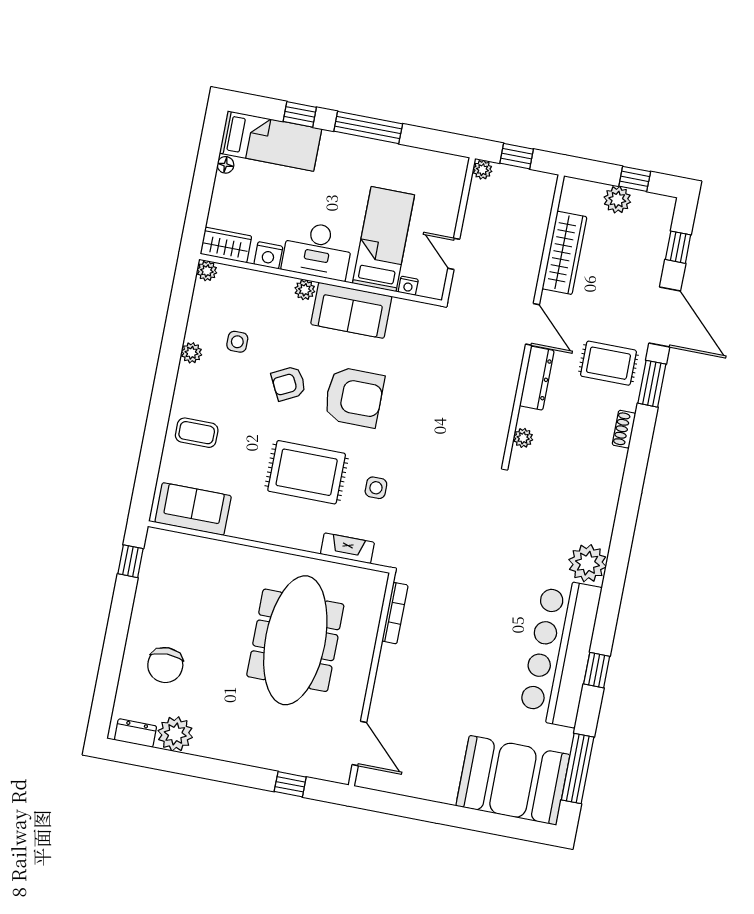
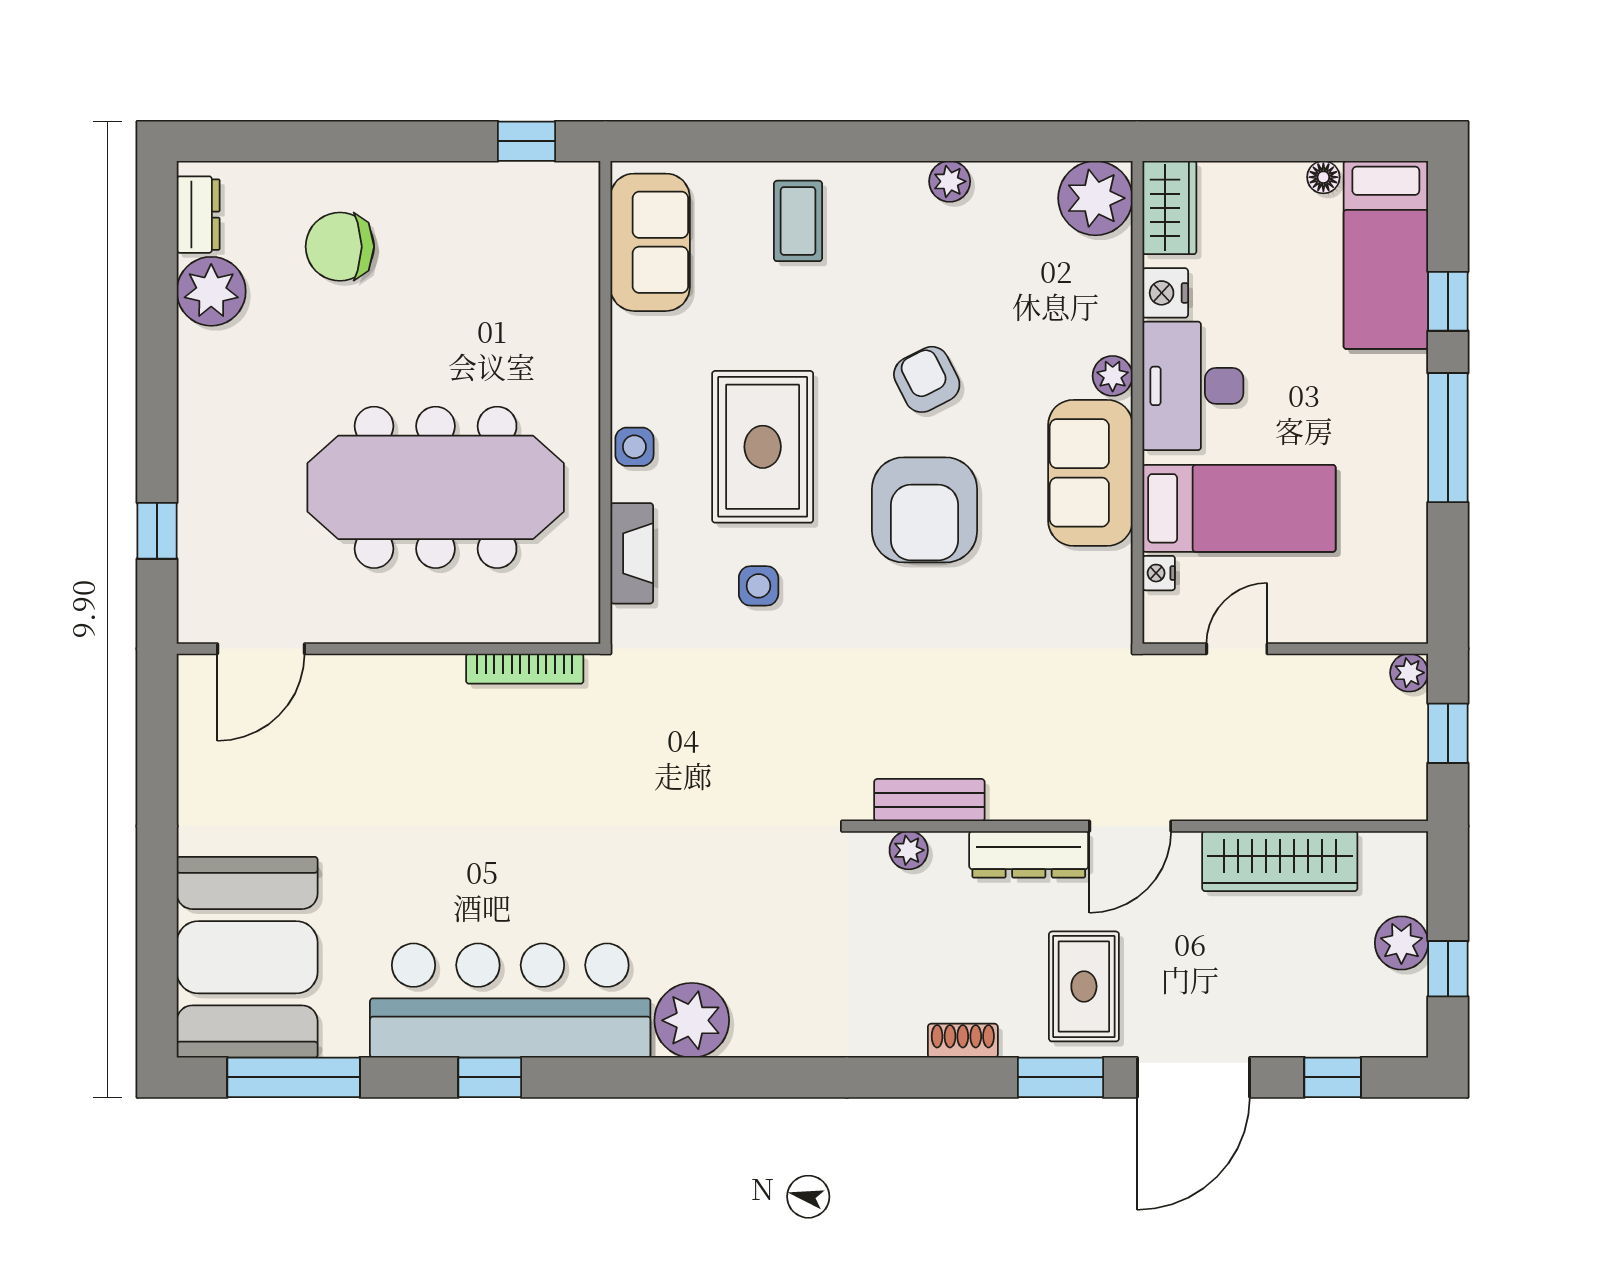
plant: (207, 271) -> (1095, 198), width x1.88, depth x1.88
side table: (237, 342) -> (634, 447), moved
bench: (500, 423) -> (929, 800), added

